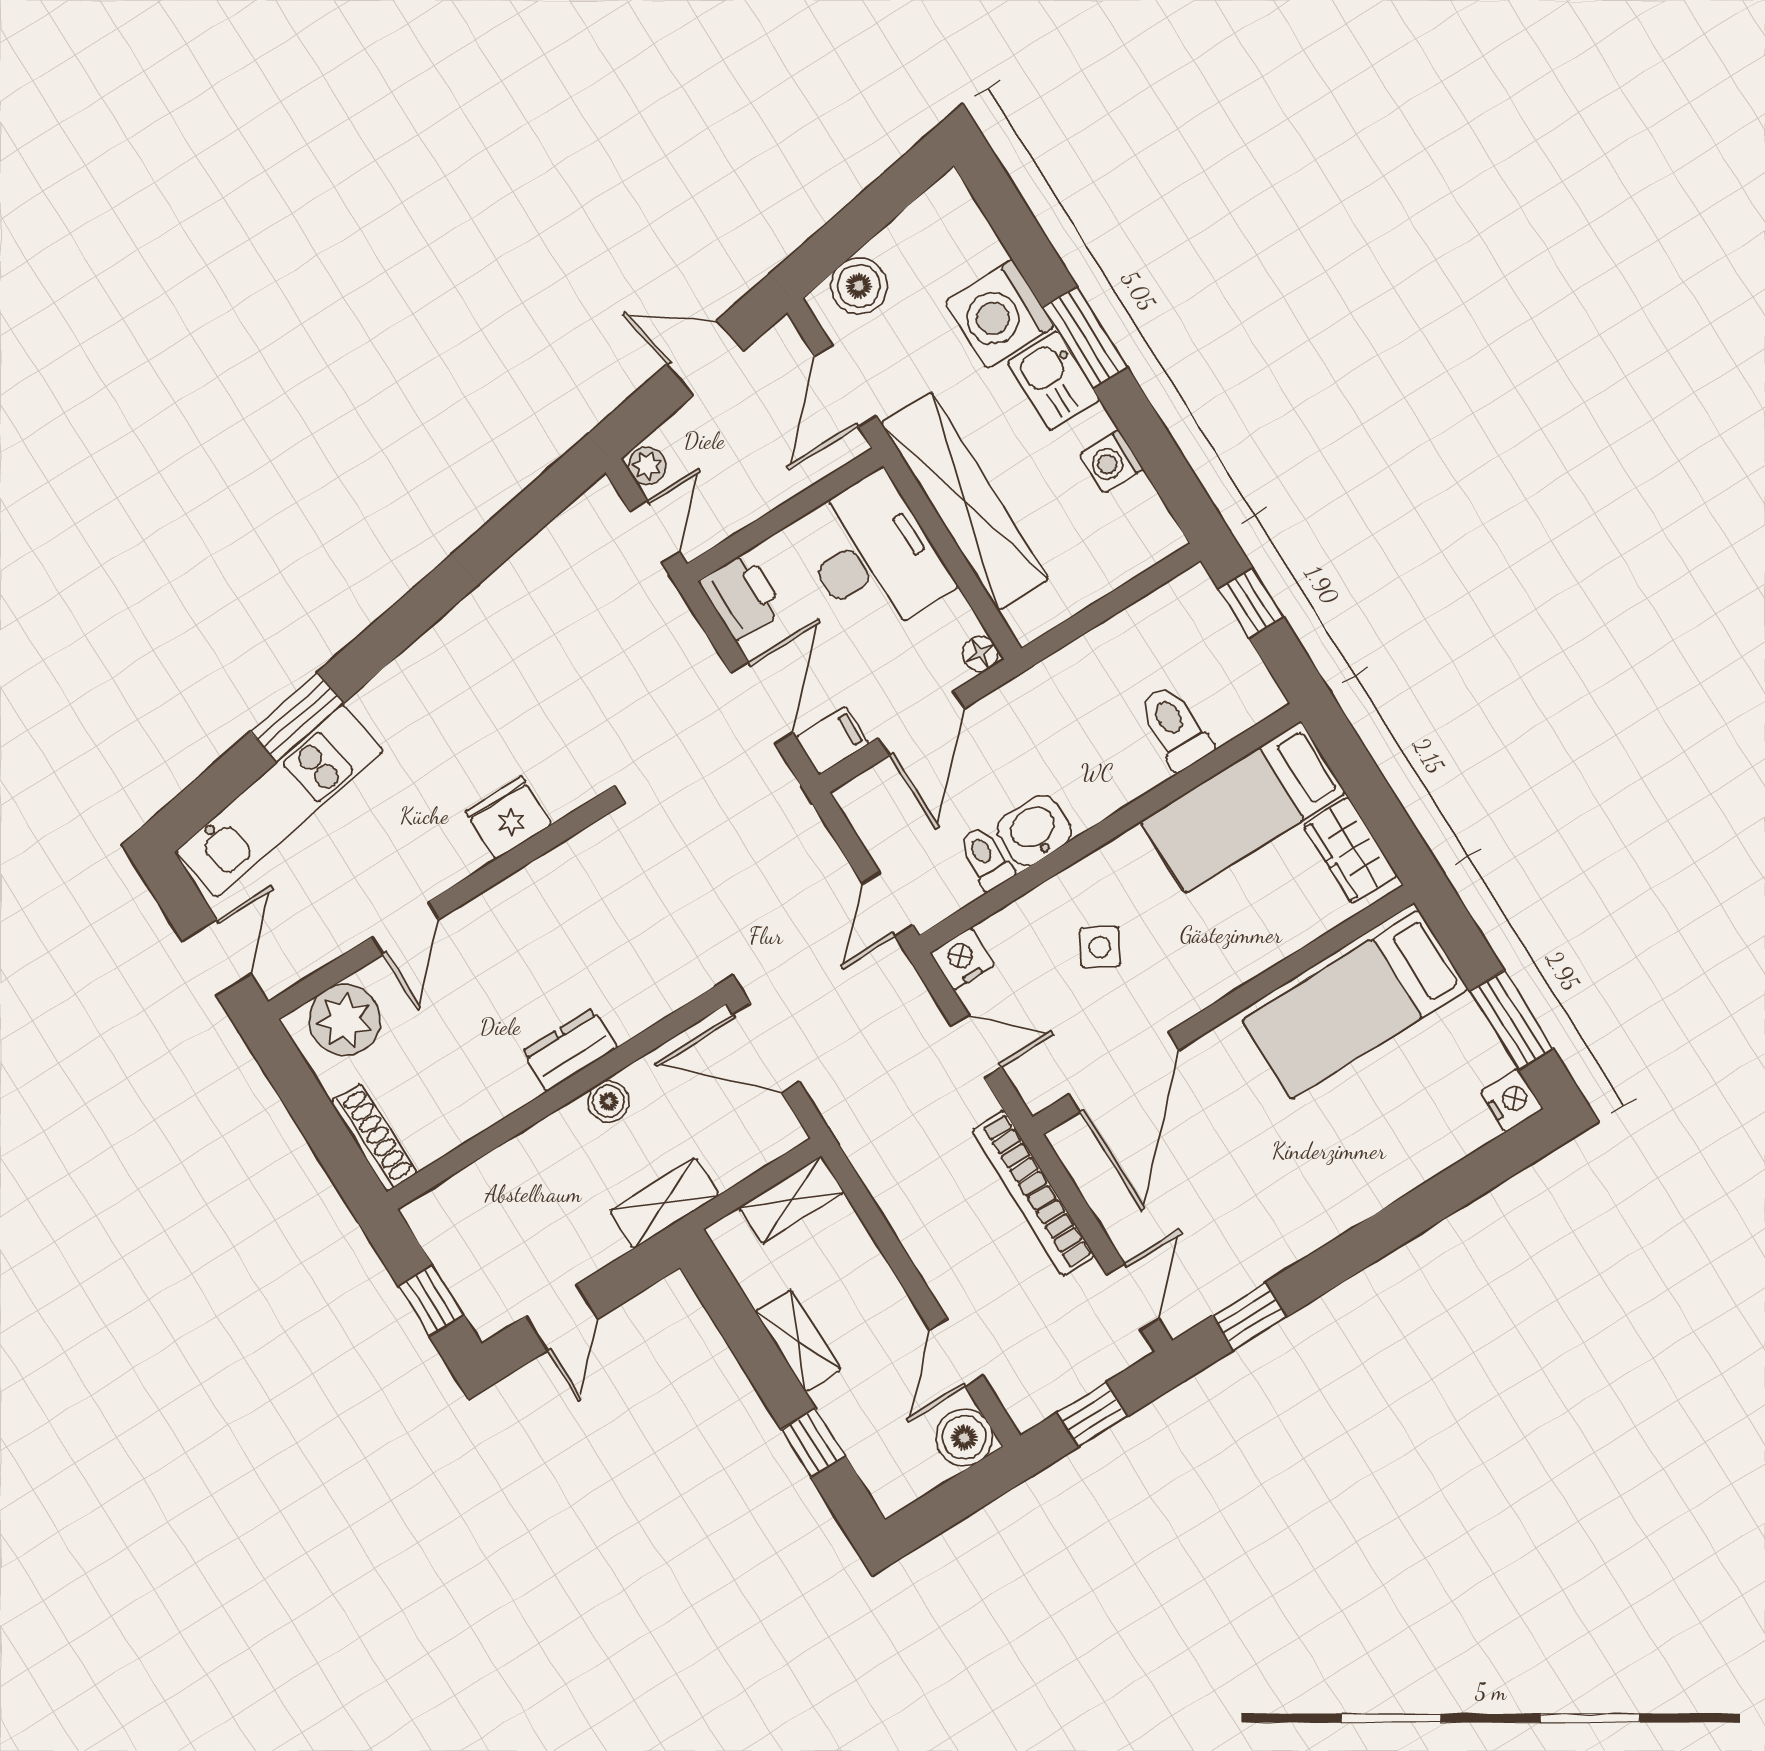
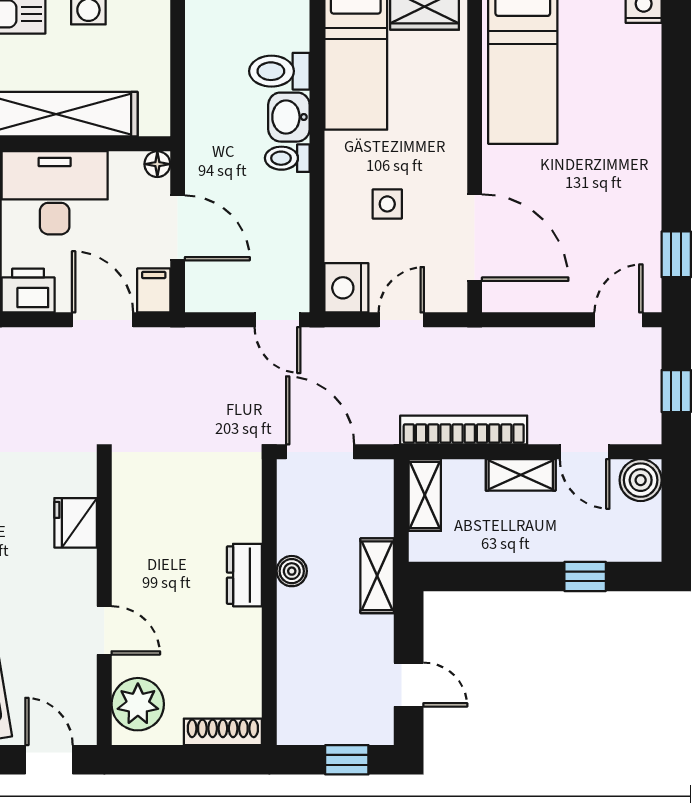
washbasin: (1034, 831) -> (289, 117), moved
toilet: (986, 858) -> (287, 158), moved
side table: (1100, 947) -> (387, 204), turned -30
nightstand: (962, 959) -> (346, 288), width x1.36, depth x1.33
door: (766, 1048) -> (320, 452), swing flipped
bookcase: (1033, 1193) -> (464, 430), moved, turned 180
door: (1133, 1297) -> (618, 320), hinge flipped
shelving: (798, 1341) -> (521, 475), moved

